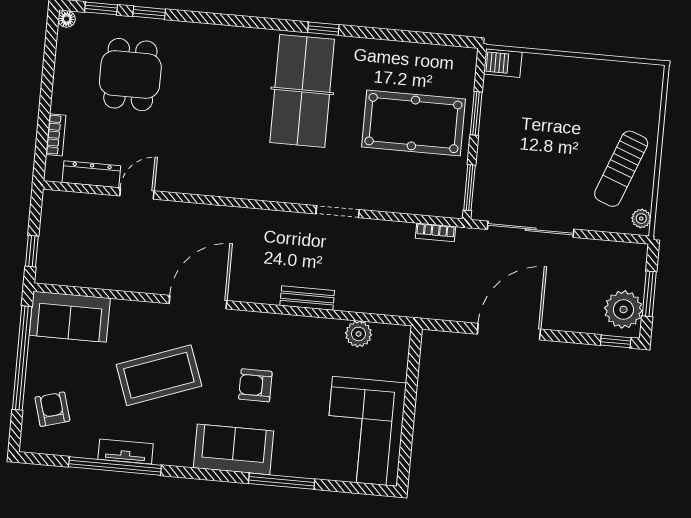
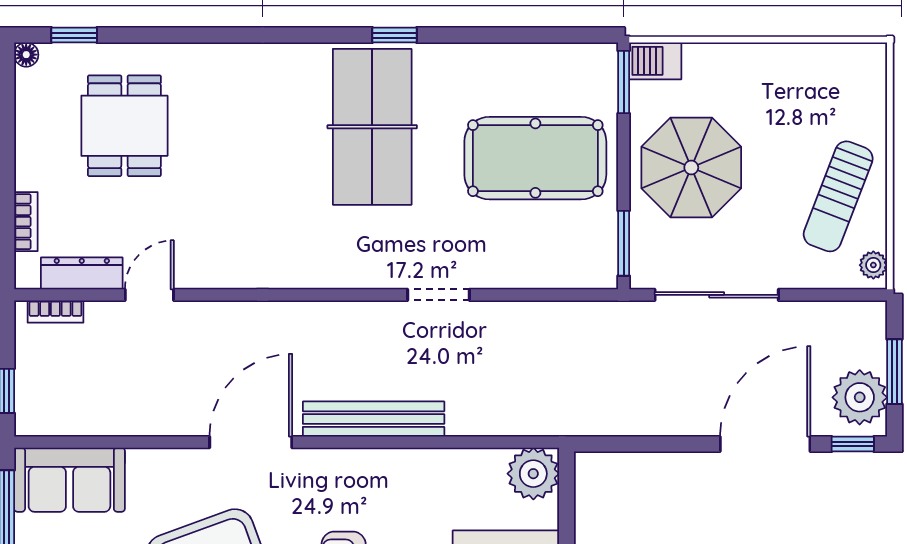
window: (149, 13) -> (143, 35), removed
window: (476, 113) -> (624, 82), moved
parasol: (521, 139) -> (691, 167), added
bookcase: (435, 232) -> (55, 311), moved
bench: (307, 298) -> (374, 419), width x1.86, depth x1.21
door: (509, 332) -> (765, 444), moved
plant: (359, 334) -> (533, 474), moved, width x1.36, depth x1.36

